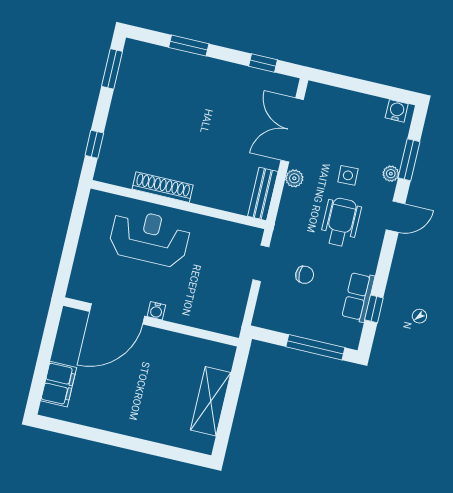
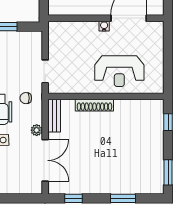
shoe rack: (163, 187) -> (94, 105), moved
chair: (305, 275) -> (26, 98), moved

